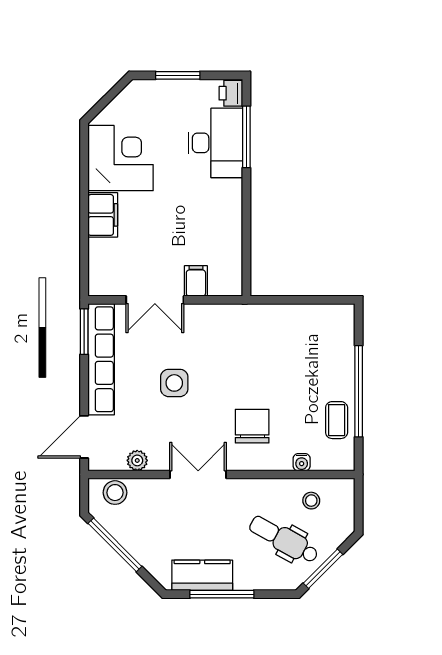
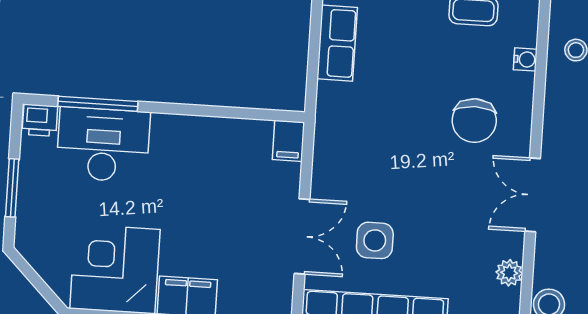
filing cabinet: (196, 281) -> (288, 141), moved, turned -90
row of seats: (305, 317) -> (337, 43), added
side table: (174, 383) -> (375, 240), moved
chair: (252, 426) -> (474, 121), turned -90

